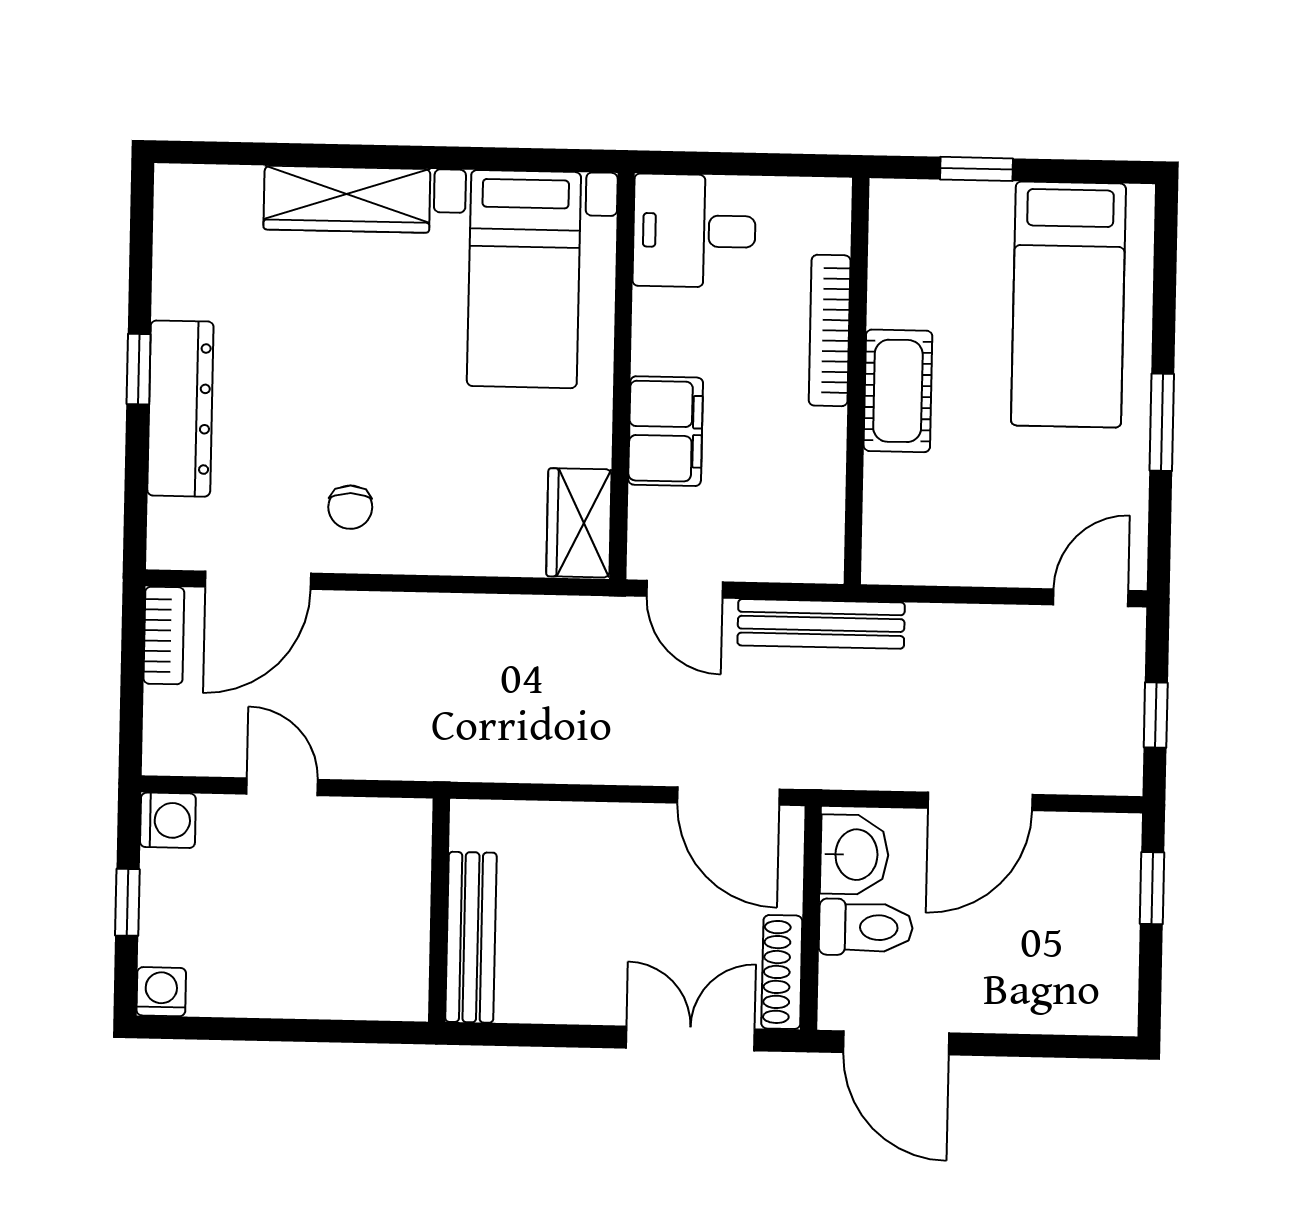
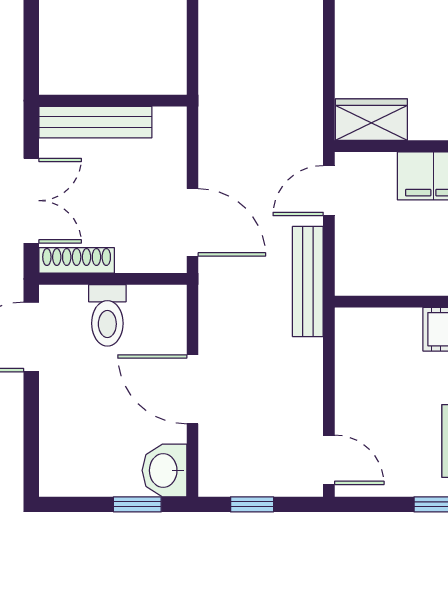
door: (728, 796) -> (192, 222), swing flipped
washbasin: (854, 855) -> (164, 470), moved, turned 90
wall: (439, 910) -> (113, 101), moved
bench: (471, 937) -> (95, 122), moved

